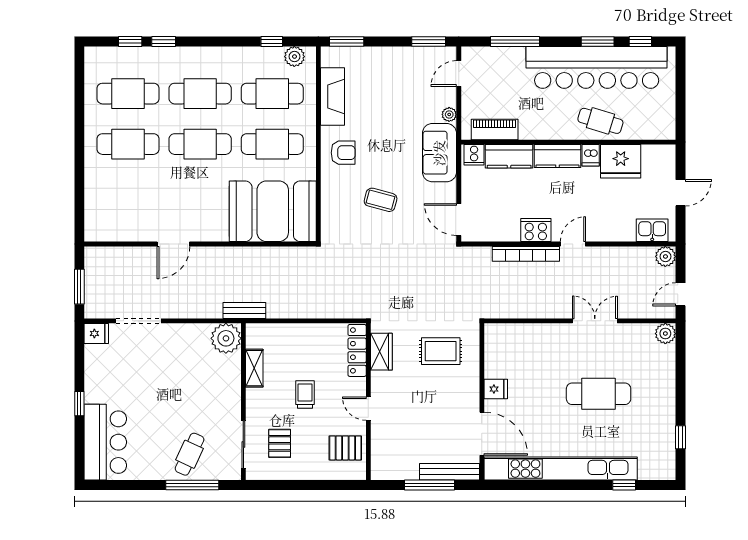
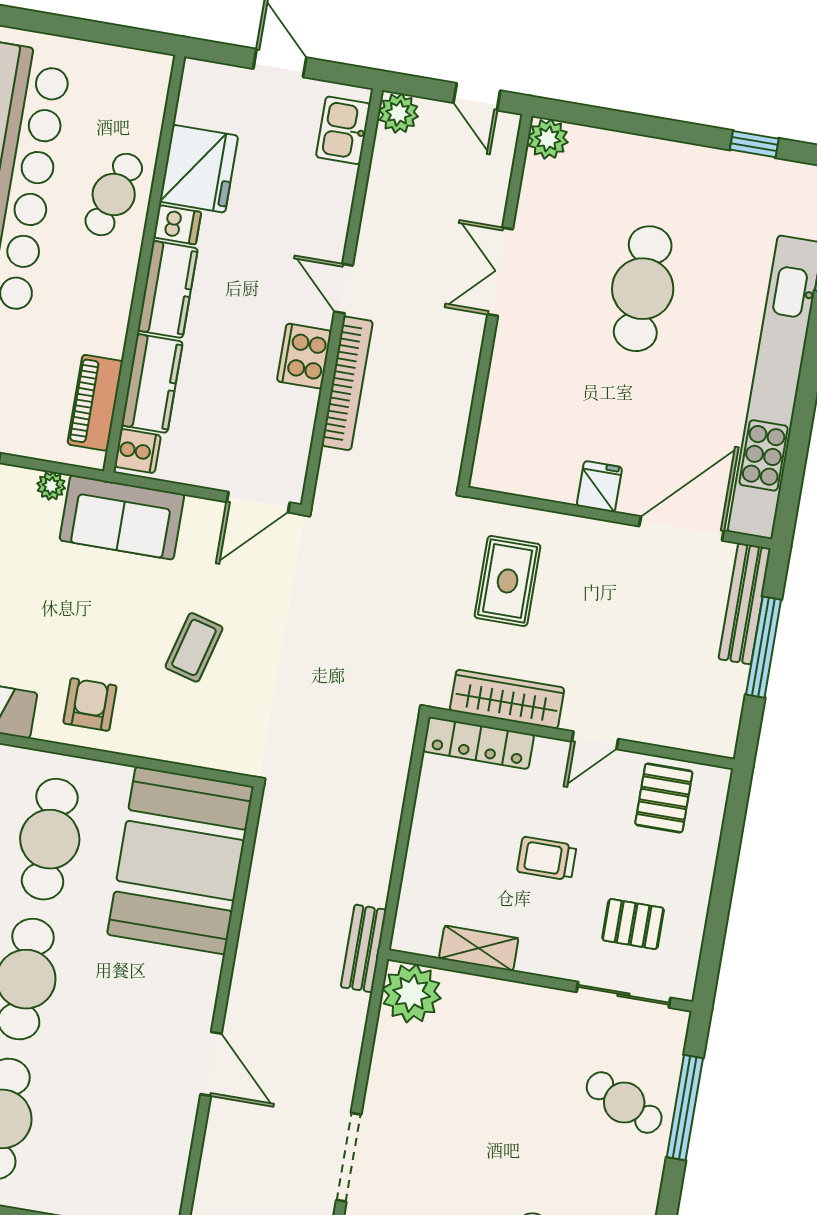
wardrobe: (381, 352) -> (507, 699), width x1.50

